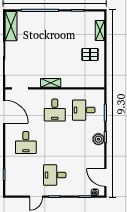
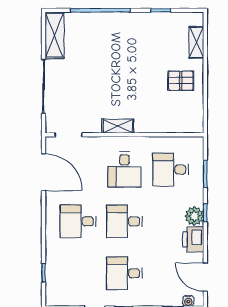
desk: (26, 143) -> (78, 221), turned 90
desk: (55, 143) -> (124, 221), added
printer: (98, 154) -> (193, 240), added

